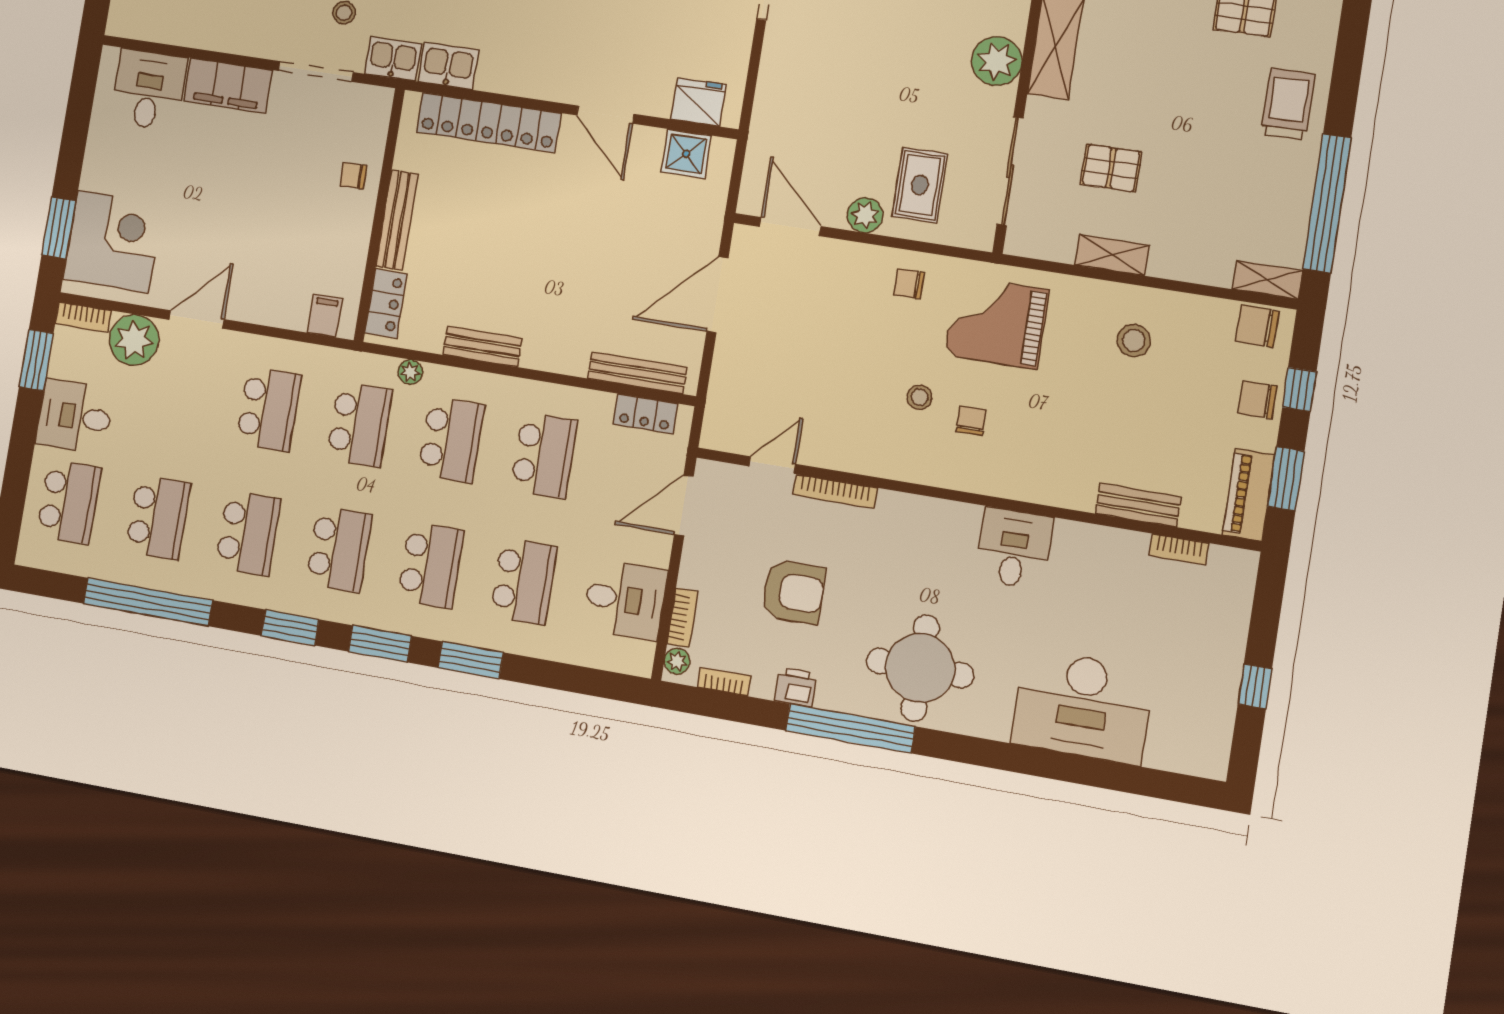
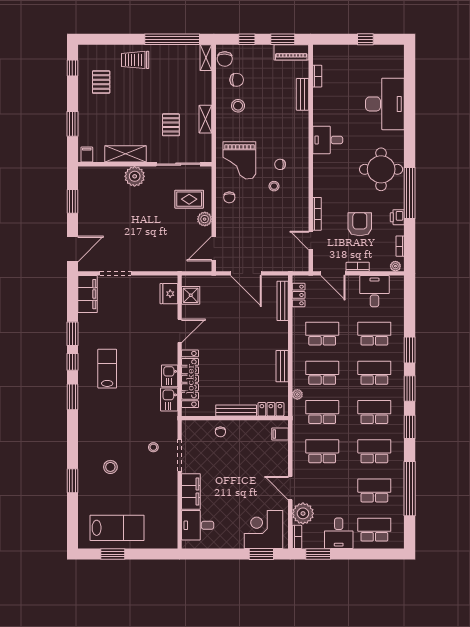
kitchen sink: (393, 59) -> (170, 376), moved
chair: (1258, 400) -> (237, 80), moved, turned -90
bookcase: (682, 618) -> (358, 267), moved

